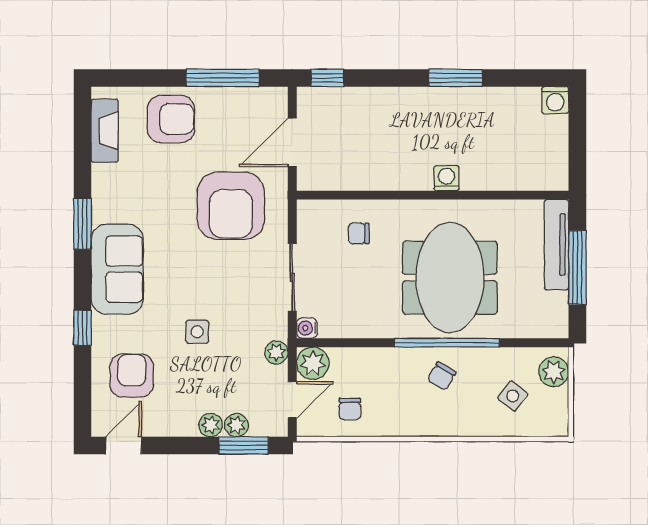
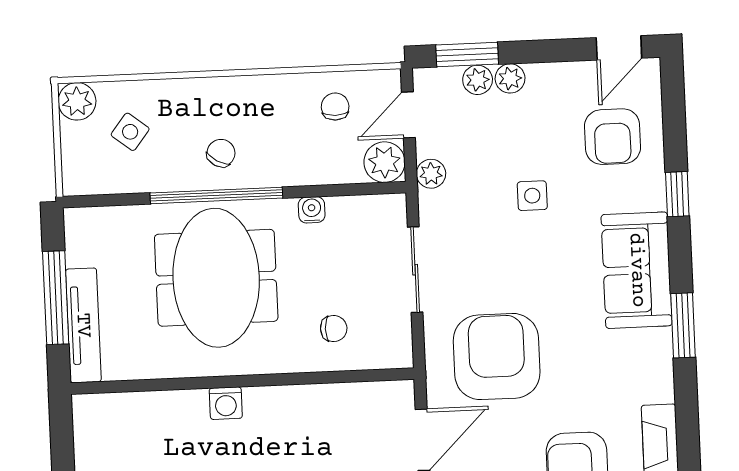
water cooler: (307, 328) -> (312, 210), moved, turned -90
plant: (554, 372) -> (77, 101), moved

